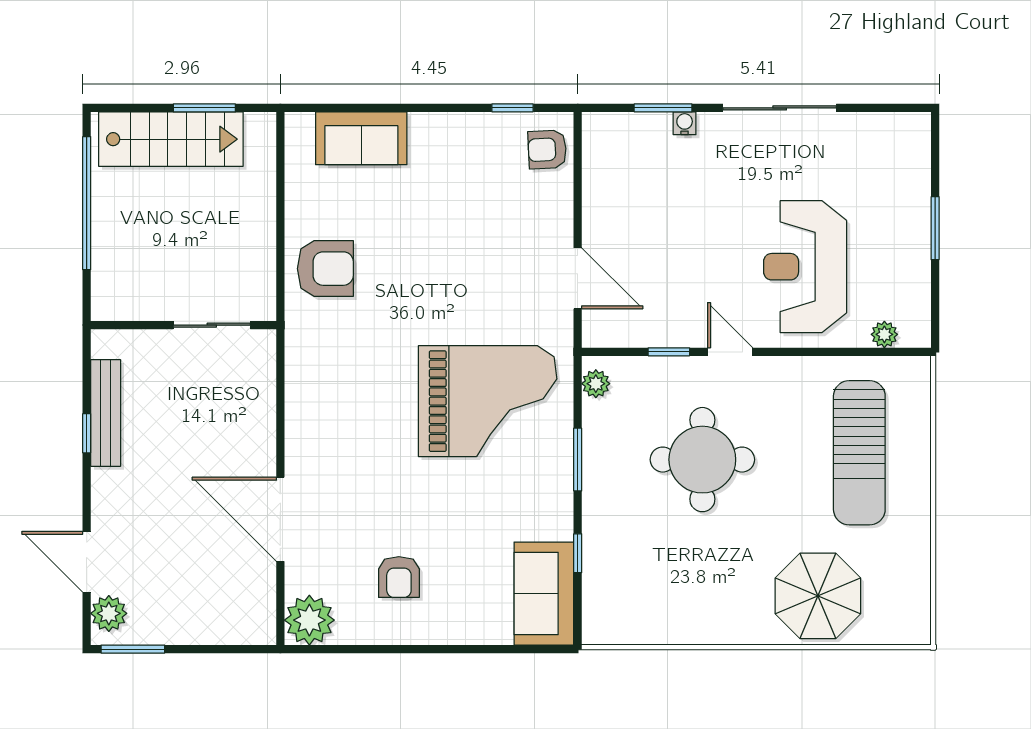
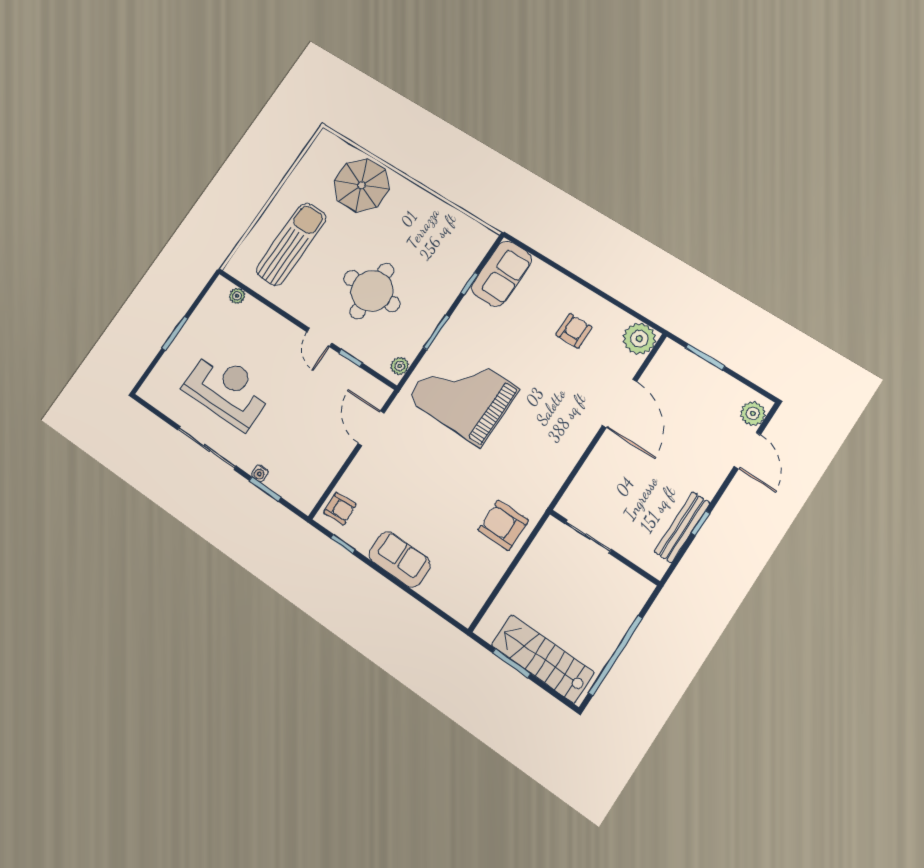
sofa: (361, 138) -> (400, 559), moved
reception desk: (805, 267) -> (228, 390), moved, turned -90
window: (133, 649) -> (705, 357), moved

